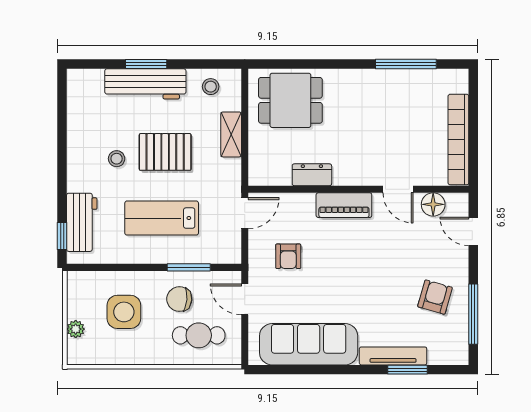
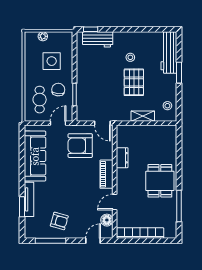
workbench: (145, 84) -> (169, 52), moved
dining table: (290, 100) -> (160, 181), moved
lab bench: (162, 218) -> (100, 80), removed
armchair: (288, 256) -> (80, 146), width x1.88, depth x1.88

